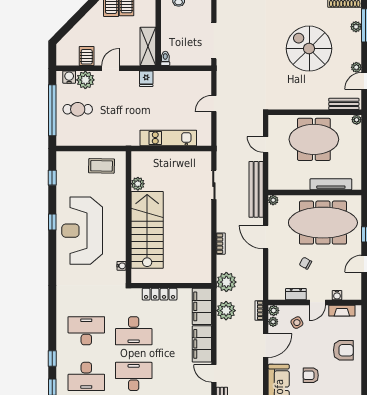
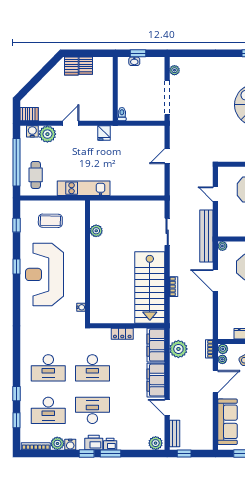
shelving: (148, 46) -> (106, 103), removed
server rack: (87, 56) -> (29, 114), moved, turned 90
cafe table: (78, 109) -> (36, 175), moved, turned 90
kitchen unit: (168, 138) -> (84, 188), moved
coffee table: (102, 166) -> (50, 221), moved
stairs: (147, 230) -> (150, 288), moved, turned 180
plant: (226, 282) -> (174, 70), moved, width x0.53, depth x0.53
locker: (160, 294) -> (122, 334), width x0.66
desk: (86, 331) -> (48, 368), turned 180

